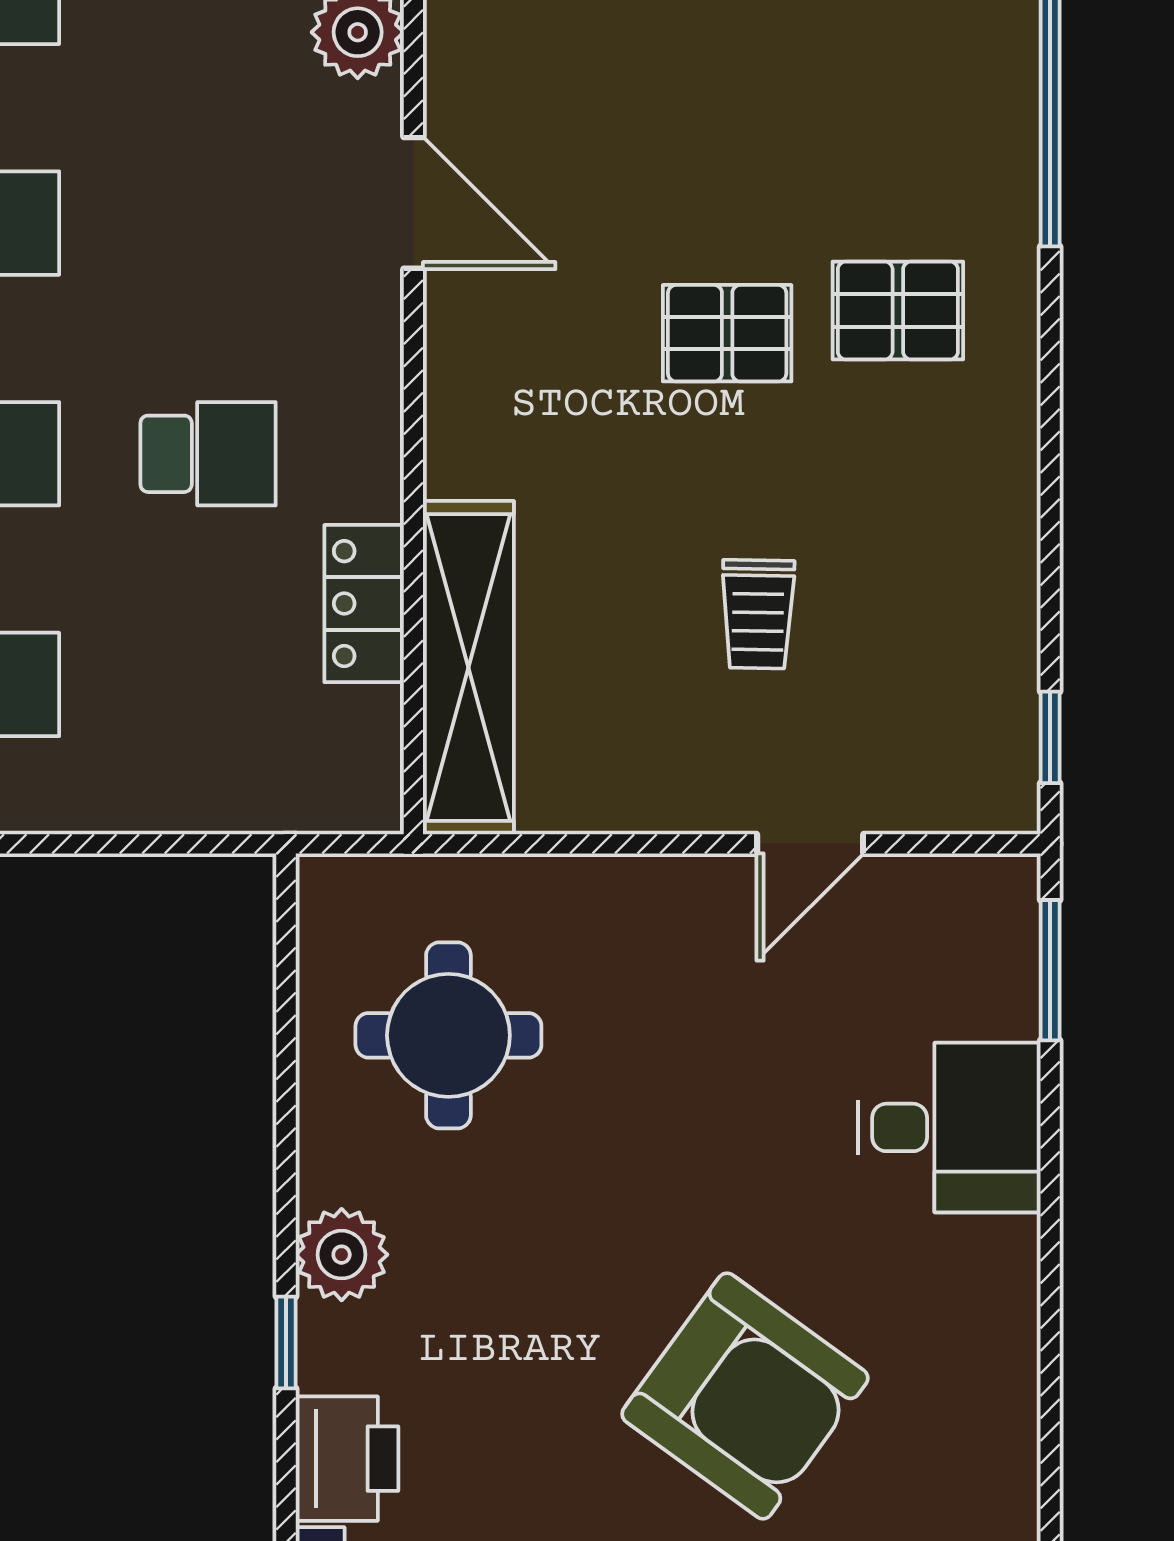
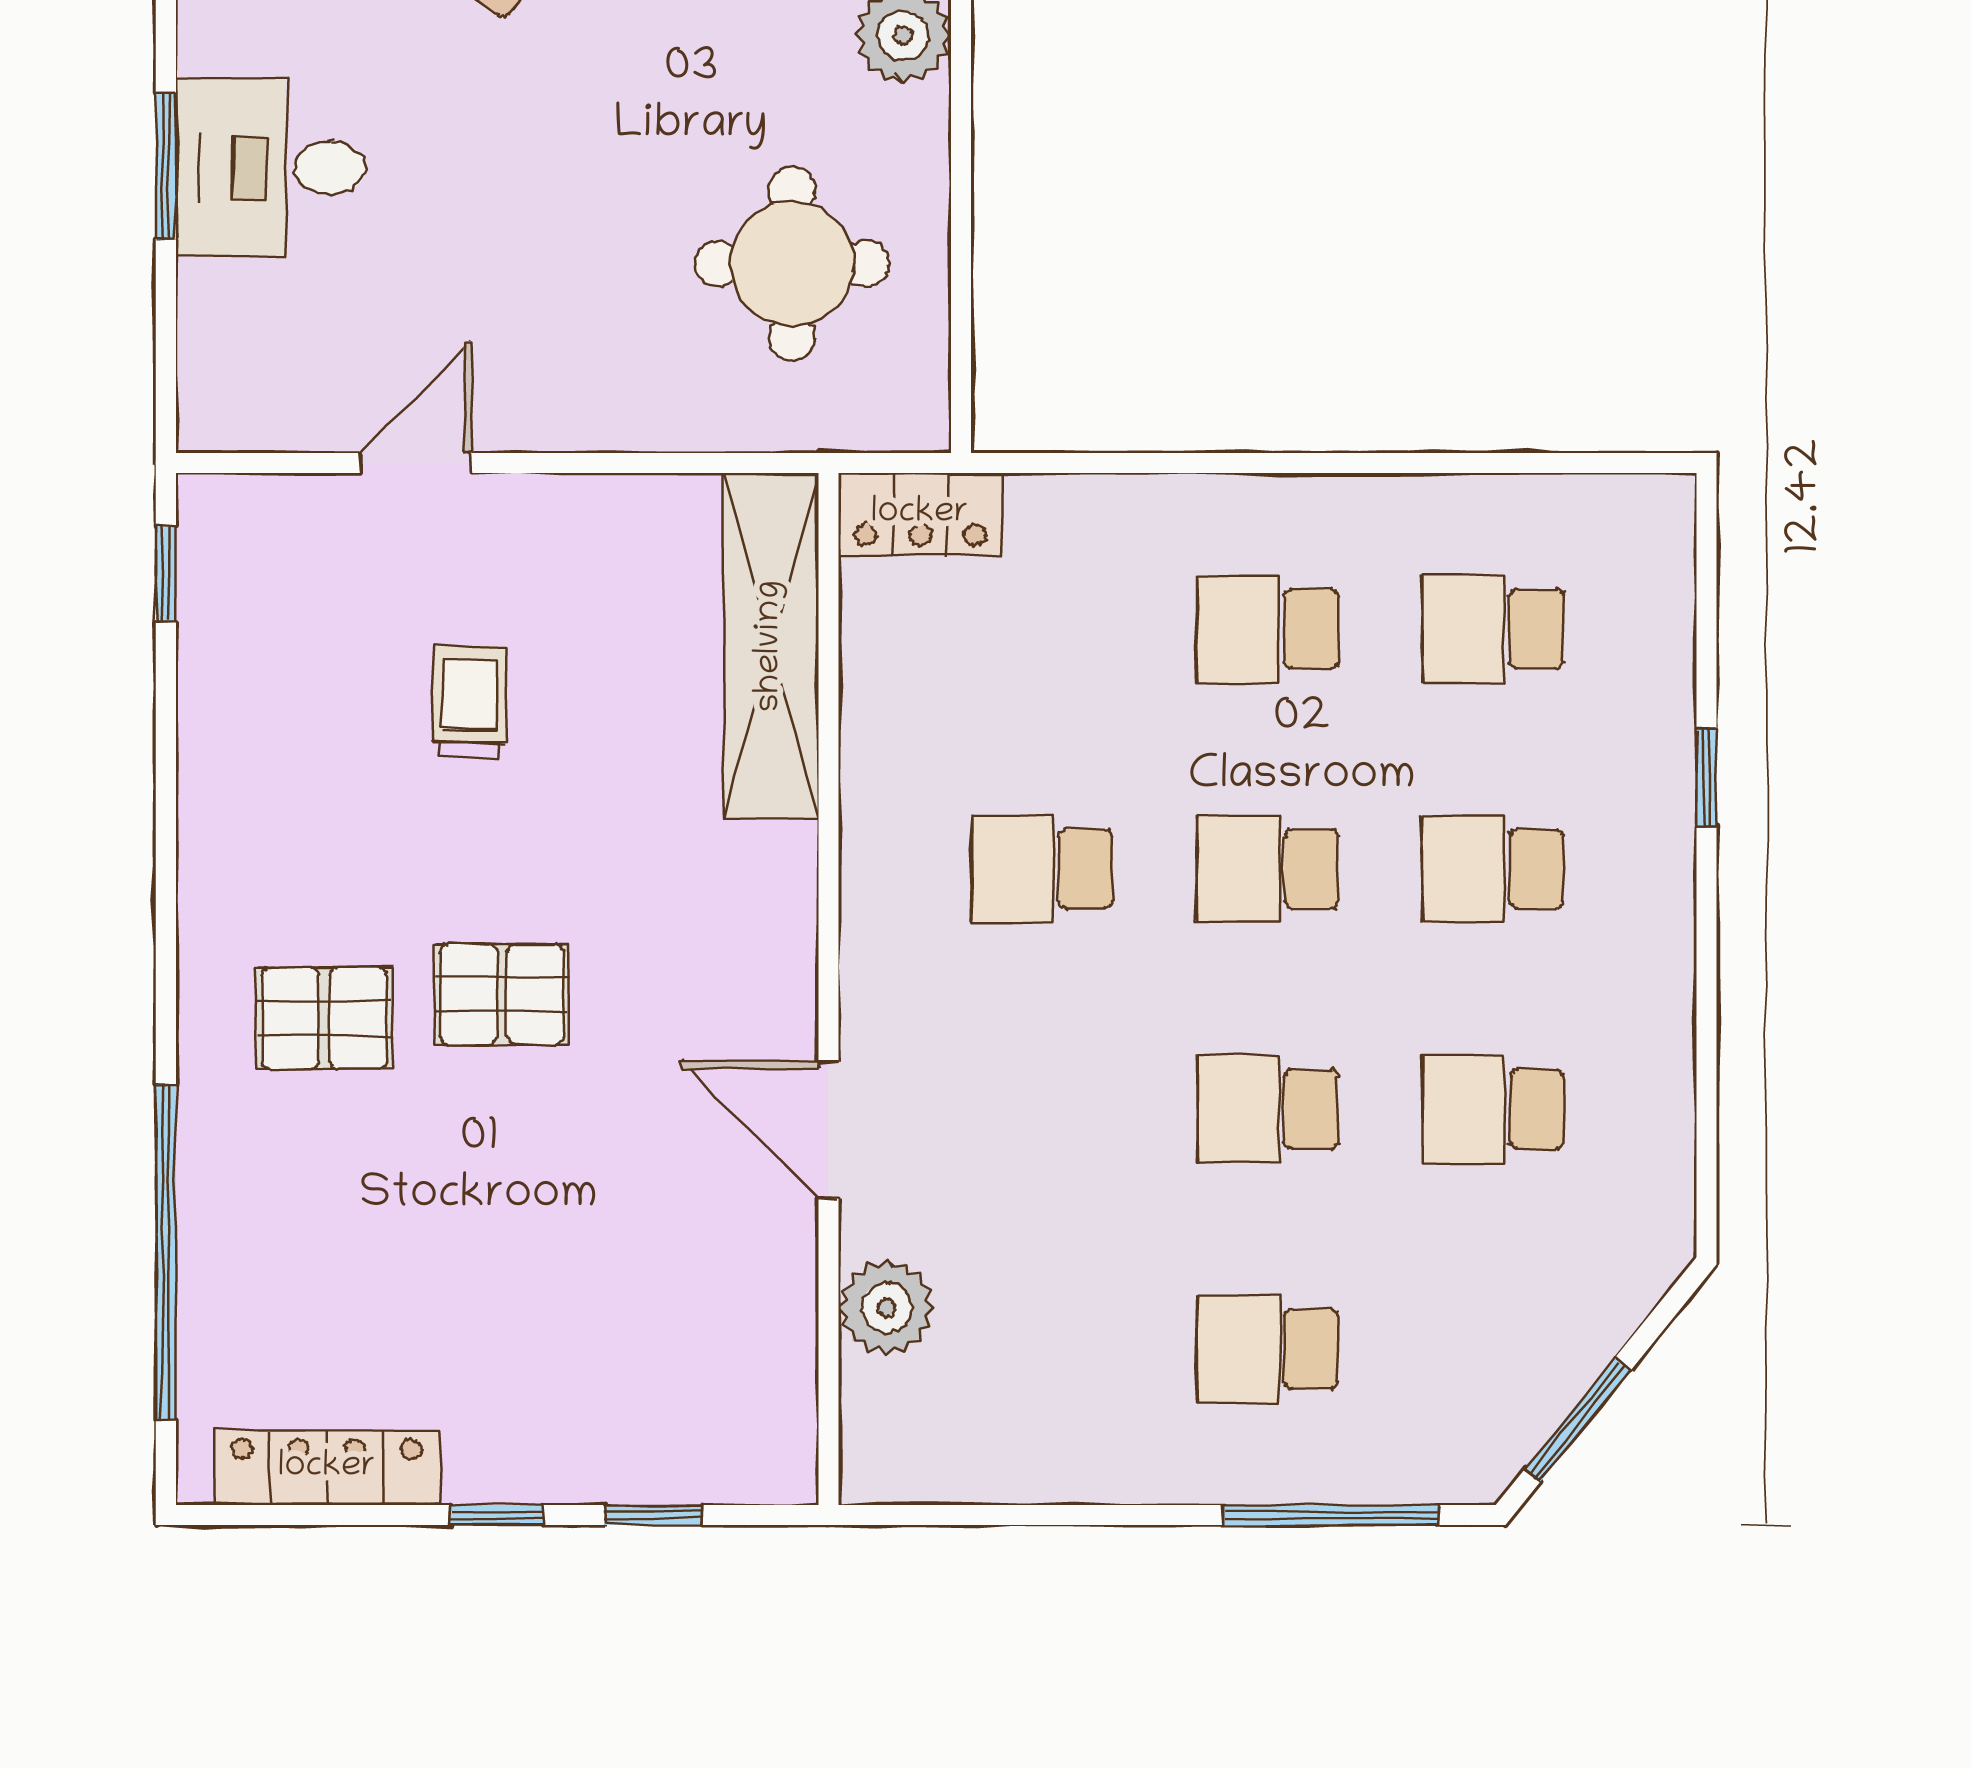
locker: (364, 604) -> (920, 514), moved, turned 90
window: (1050, 970) -> (166, 166), moved

